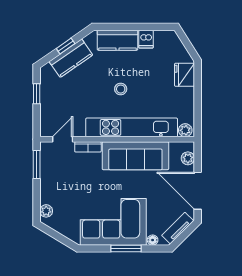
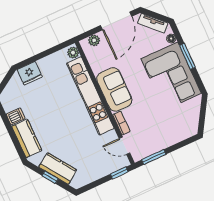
stool: (121, 89) -> (64, 118), removed
window: (37, 94) -> (119, 173), moved
sofa: (135, 156) -> (114, 89), width x0.73
plant: (46, 211) -> (187, 133), removed

